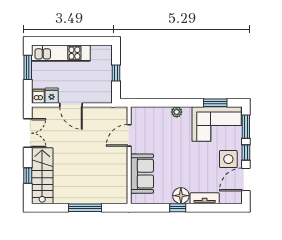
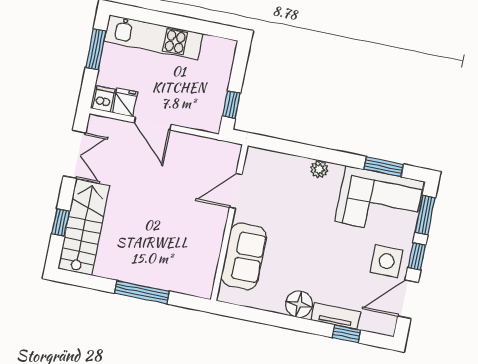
window: (116, 73) -> (231, 105), moved
window: (178, 208) -> (347, 334), moved

